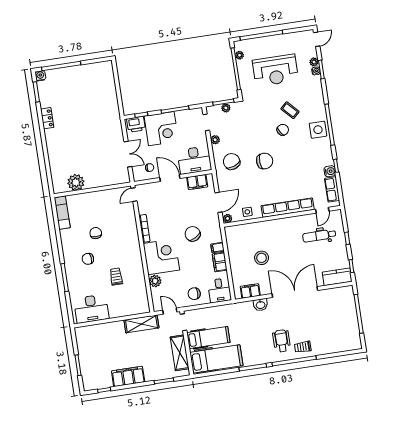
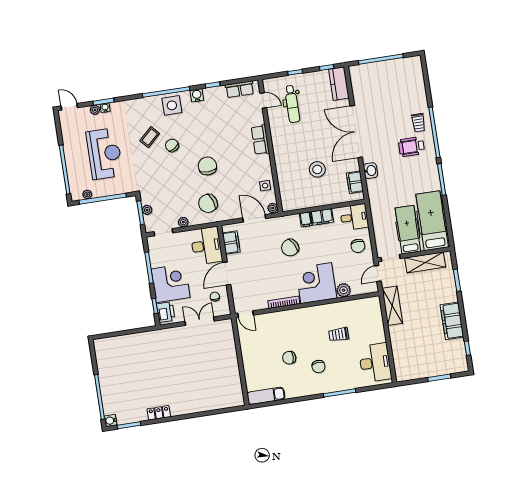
water cooler: (330, 171) -> (197, 95), moved
plant: (76, 182) -> (232, 380), removed
row of seats: (288, 208) -> (260, 140), width x0.50

